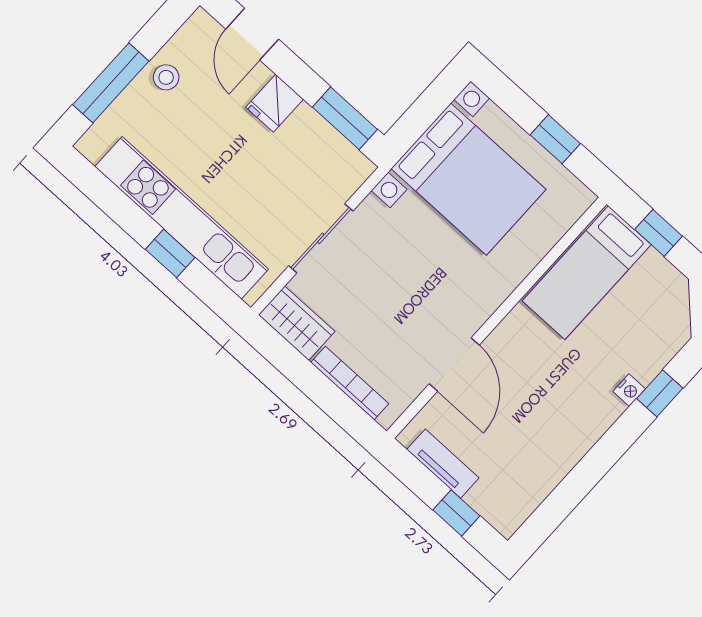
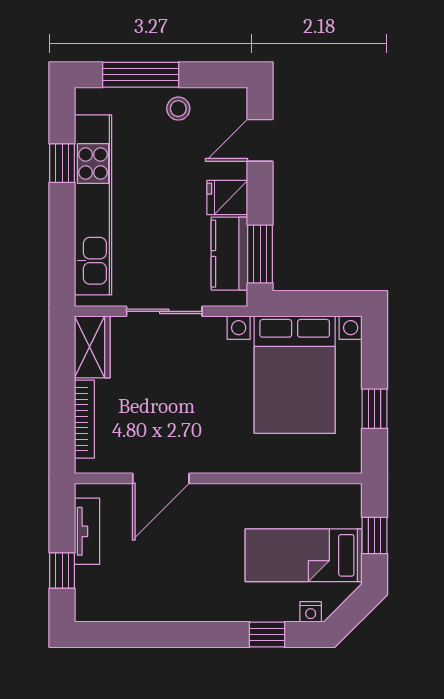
kitchen counter: (322, 143) -> (229, 254), added
window: (170, 253) -> (62, 163), moved
bed: (587, 273) -> (304, 555), moved
nightstand: (629, 390) -> (311, 612), moved

